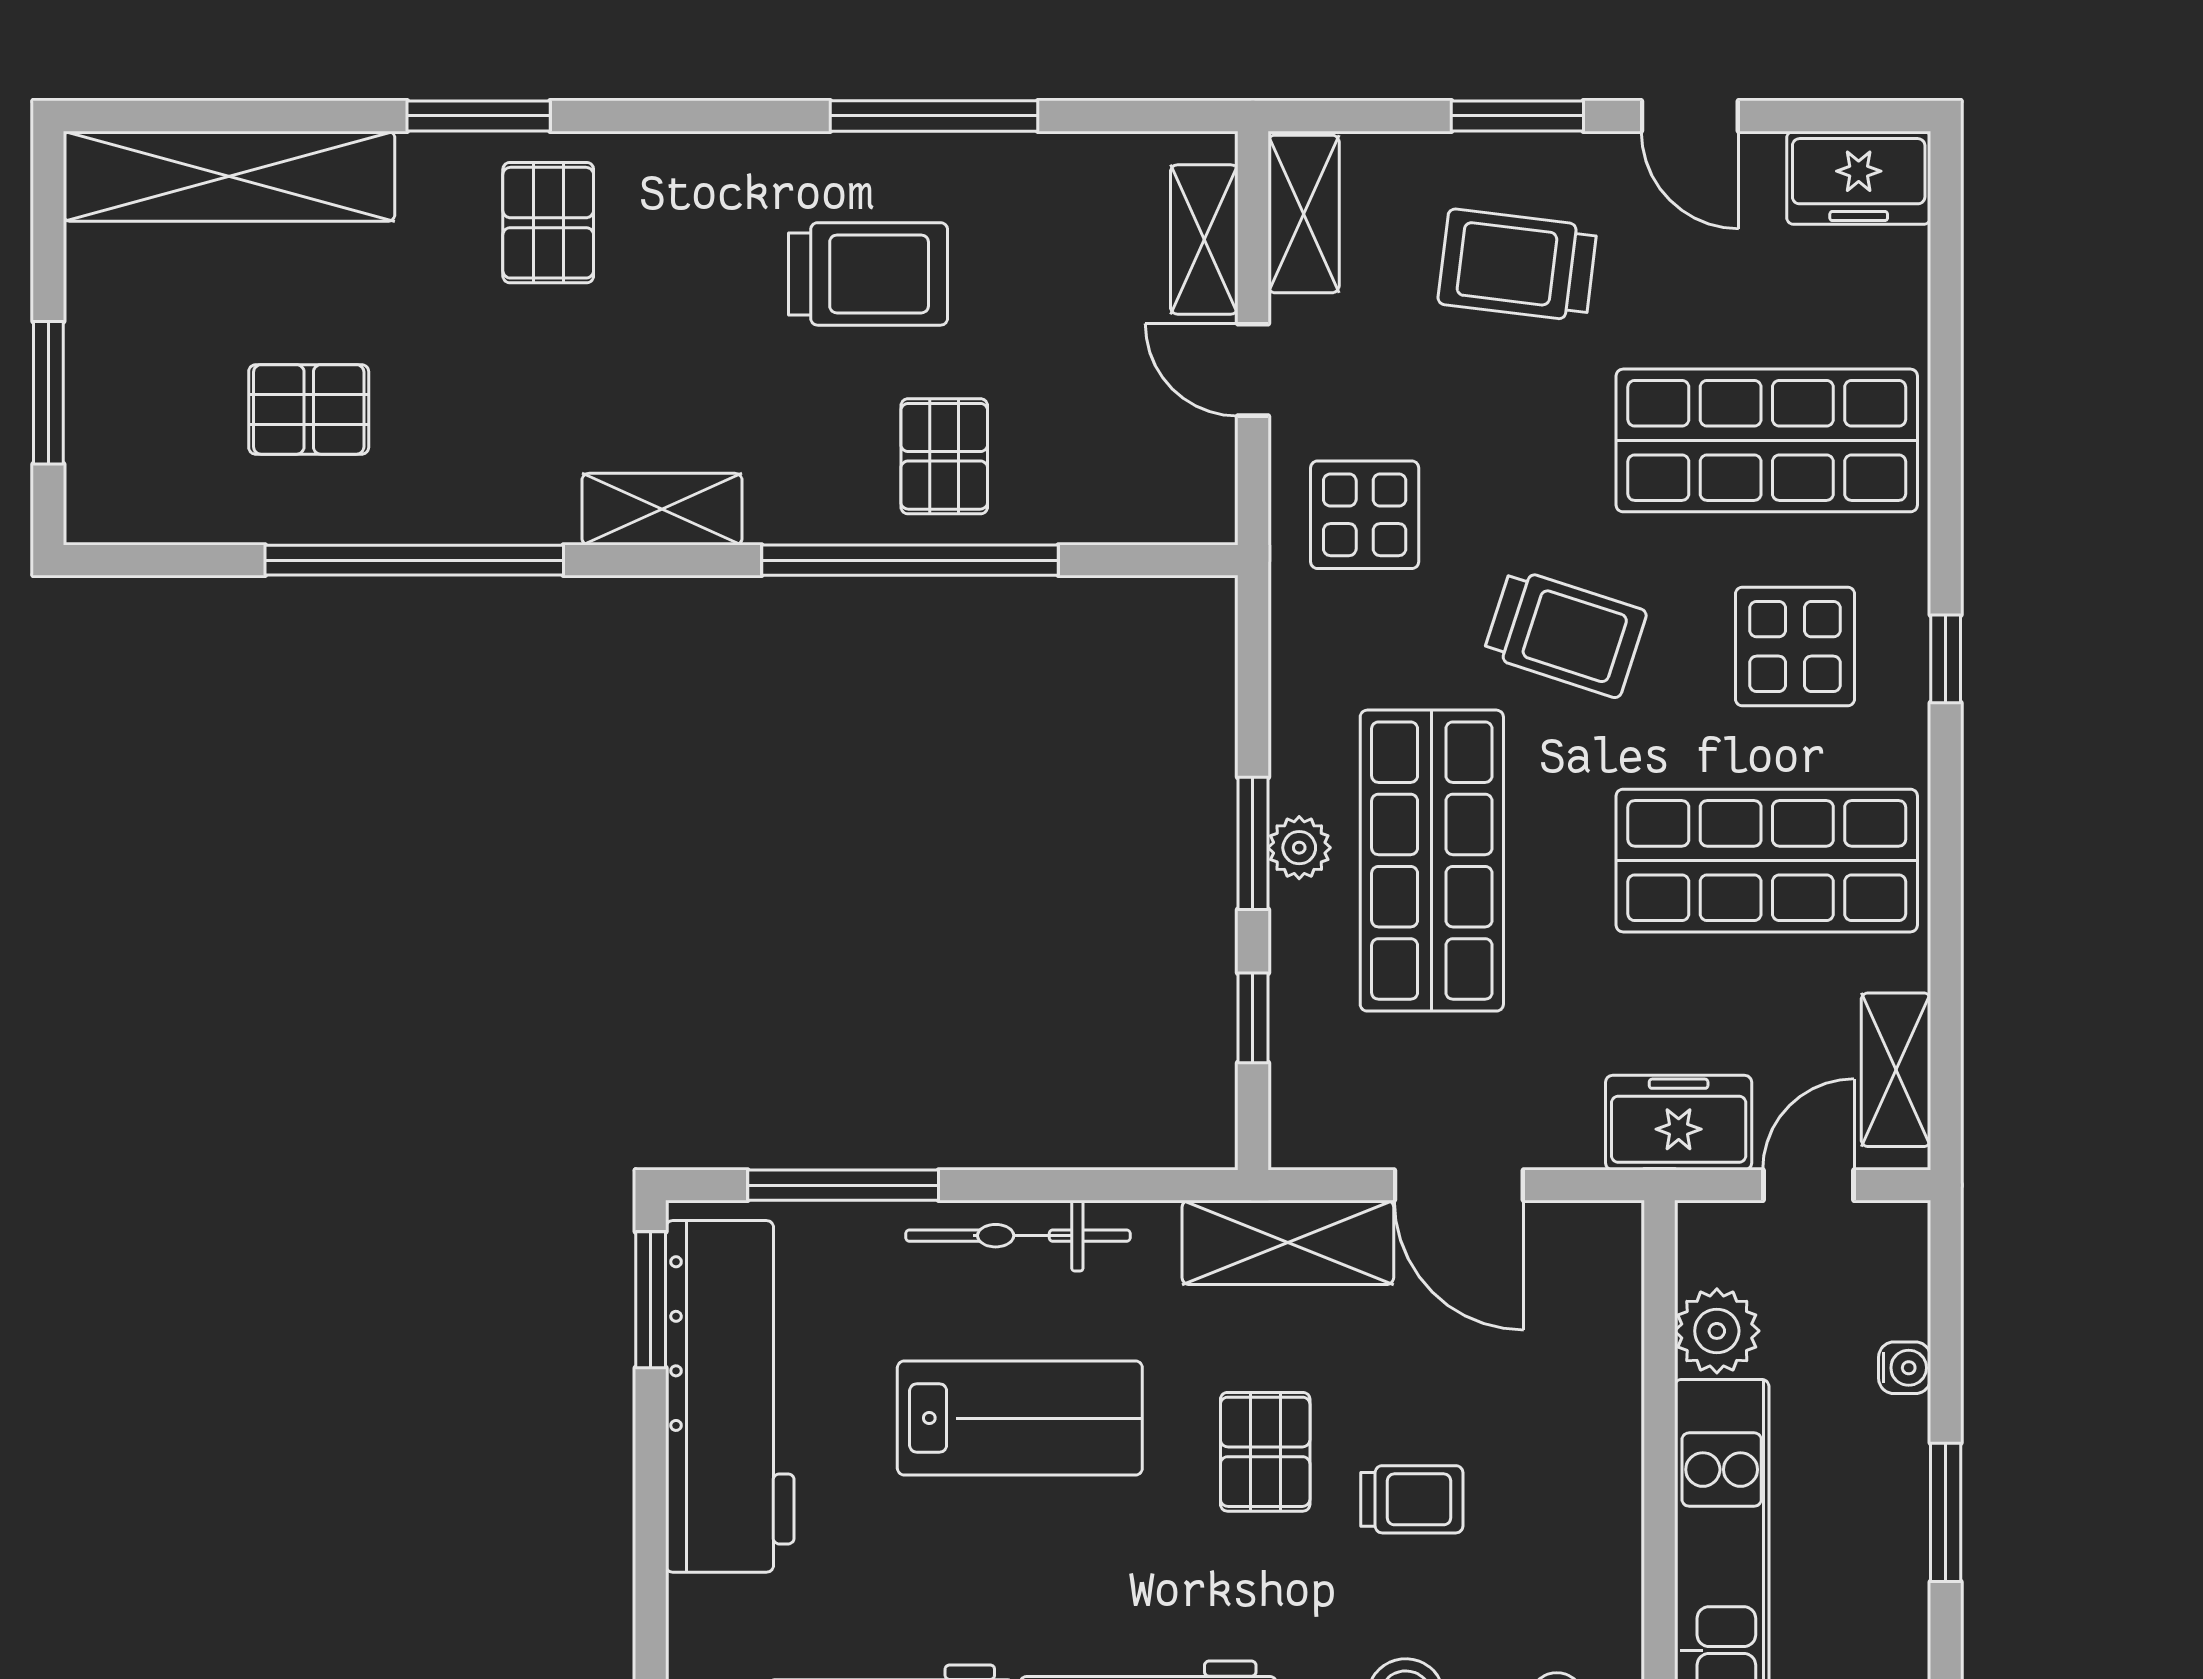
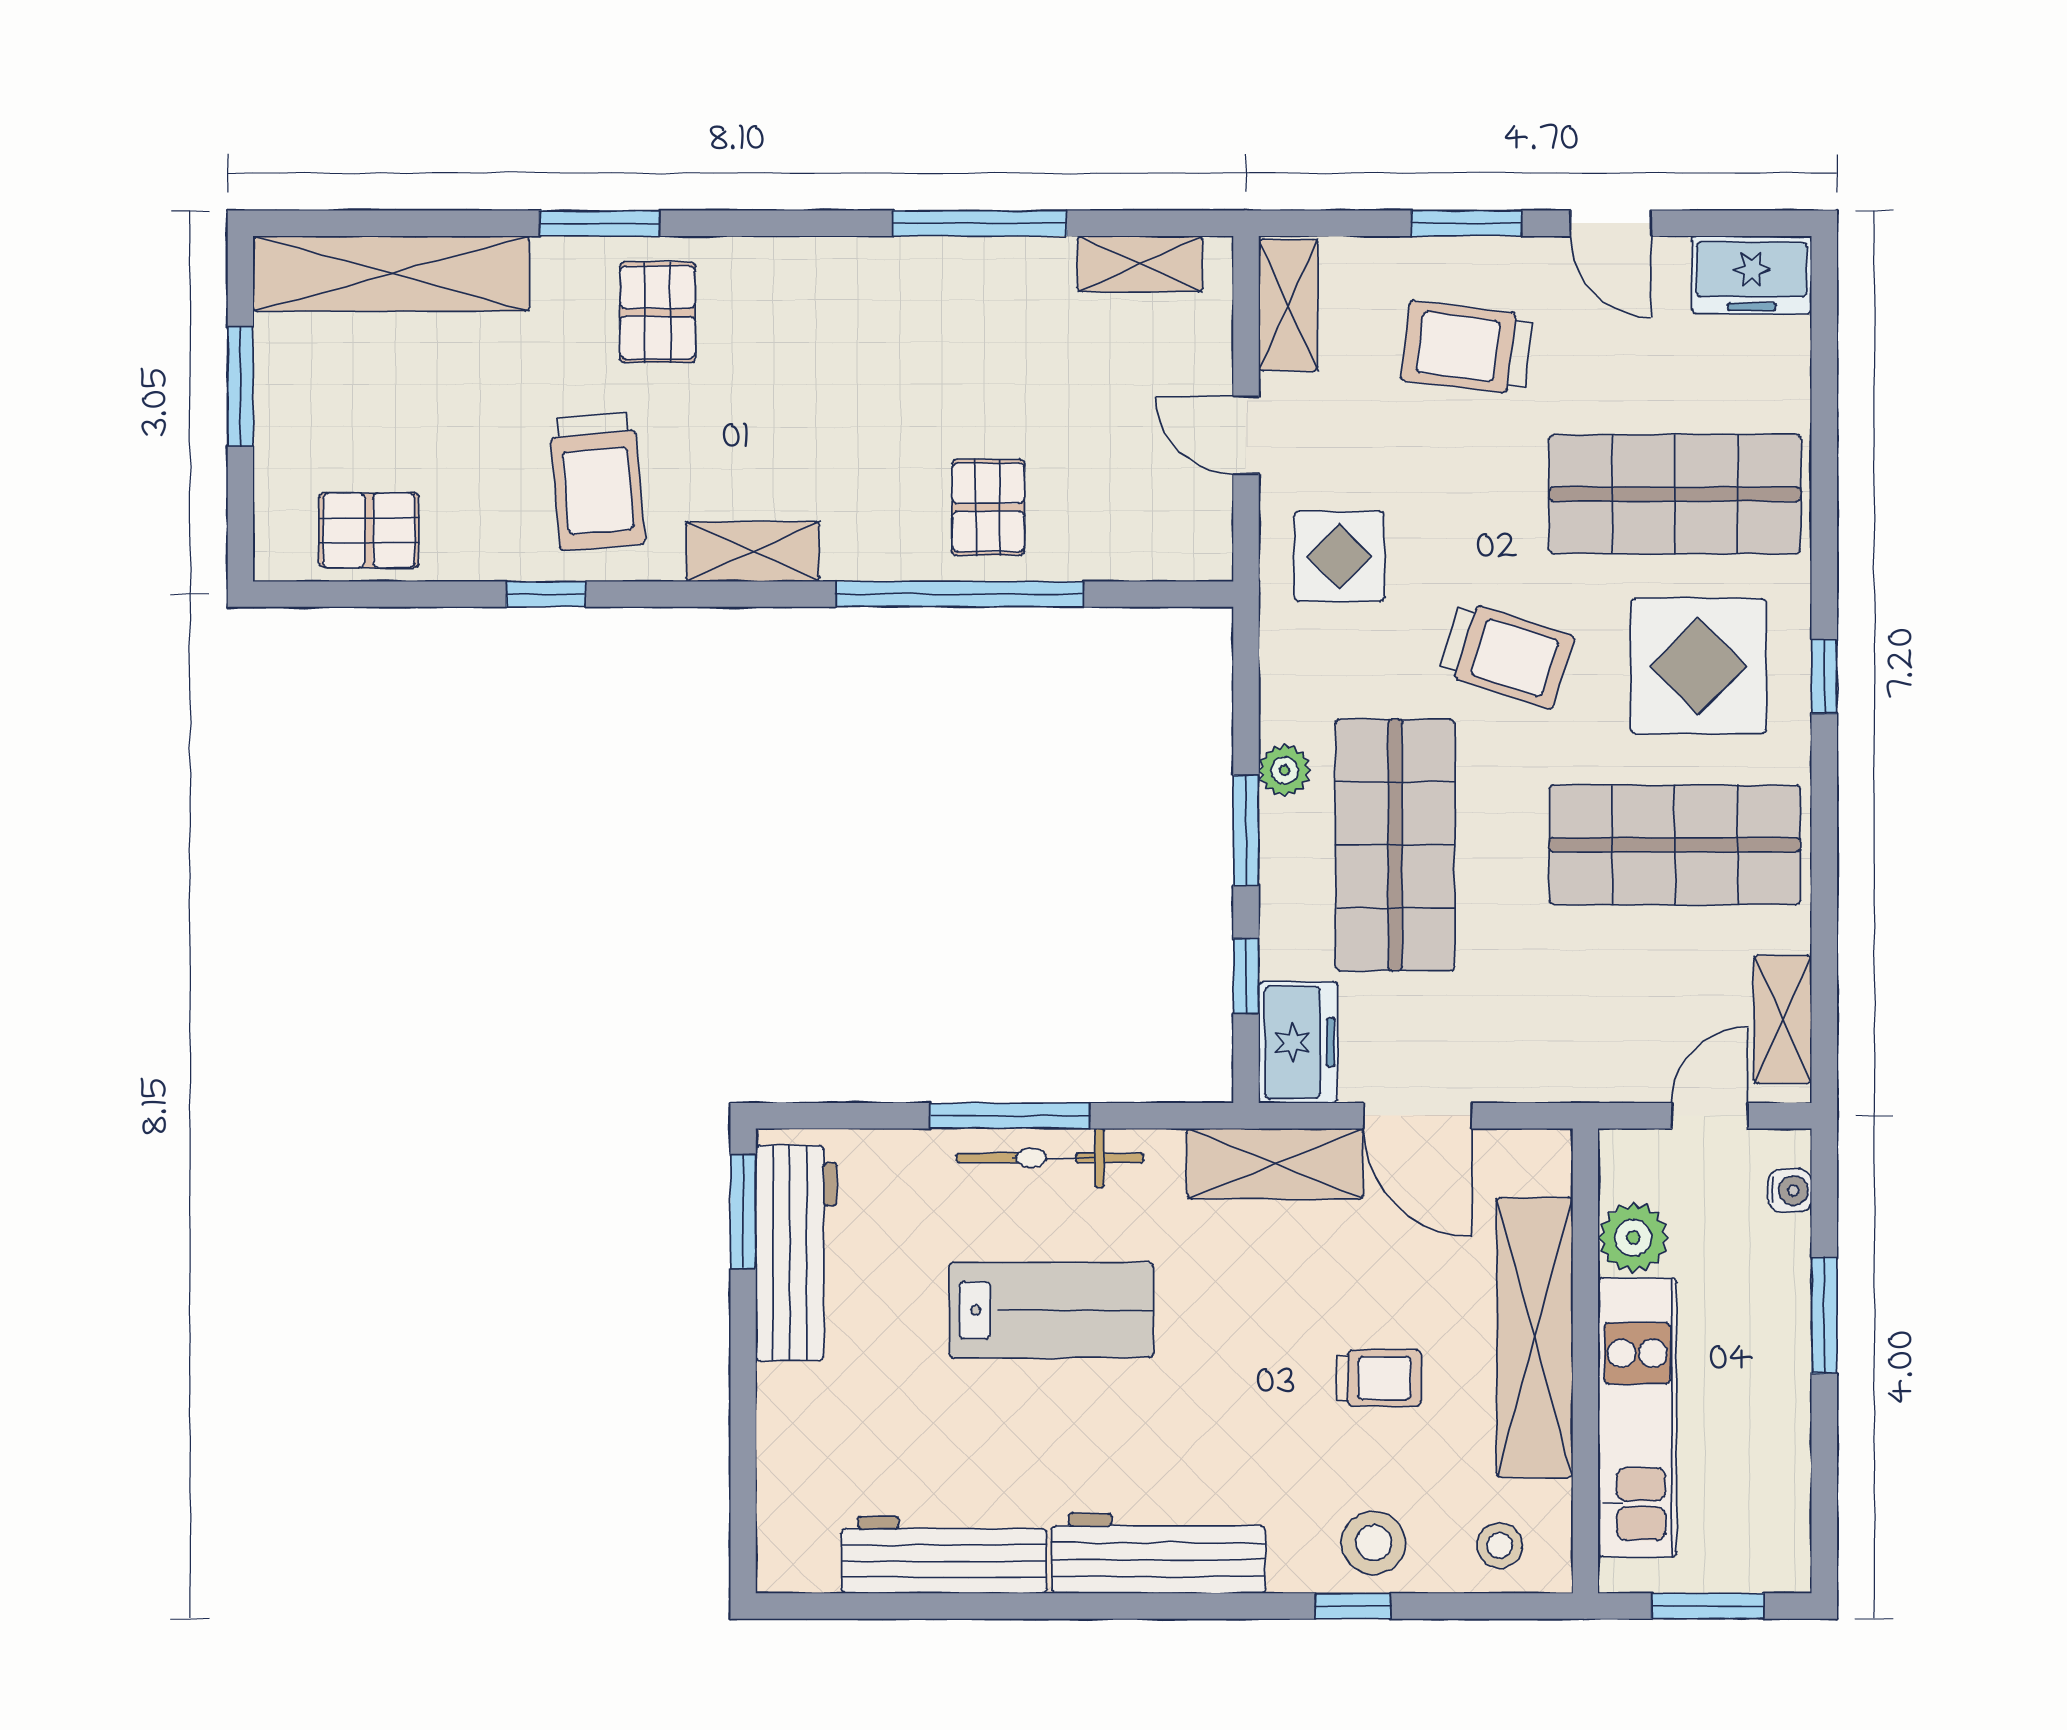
shelving: (1204, 239) -> (1140, 264), moved, turned 90
trolley: (868, 274) -> (597, 481), moved, turned 85
window: (48, 393) -> (240, 387), moved
pallet: (309, 409) -> (369, 530), moved
window: (414, 560) -> (546, 594), width x0.32
display table: (1795, 646) -> (1698, 666), width x1.36, depth x1.36
plant: (1299, 848) -> (1285, 770), moved
freezer: (1679, 1123) -> (1298, 1042), moved, turned 90
window: (843, 1185) -> (1010, 1116), moved
water cooler: (1905, 1368) -> (1790, 1191), moved
workbench: (730, 1396) -> (796, 1253), width x0.73, depth x0.76
shelving: (1599, 1451) -> (1535, 1338), added
pallet: (1265, 1452) -> (1256, 1338), removed
window: (1946, 1512) -> (1824, 1315), moved

